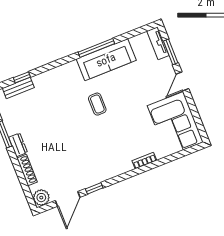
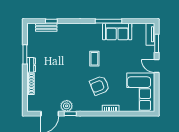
sofa: (106, 60) -> (117, 32), width x0.73
door: (182, 81) -> (157, 66), hinge flipped
armchair: (118, 137) -> (100, 86), added
plant: (41, 198) -> (67, 106), moved

